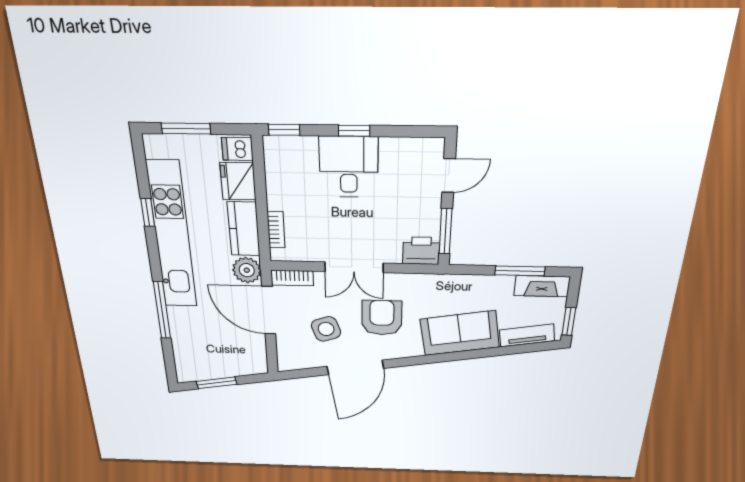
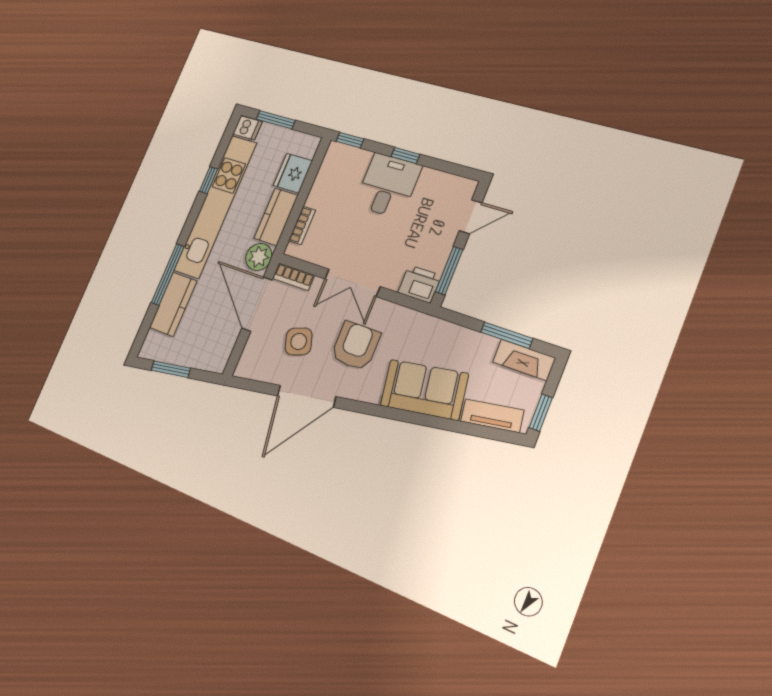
dishwasher: (237, 149) -> (247, 128), moved, turned 180
kitchen counter: (185, 333) -> (173, 304), added

